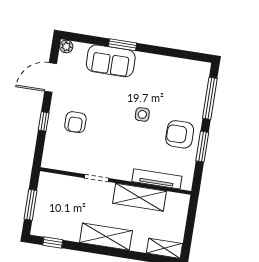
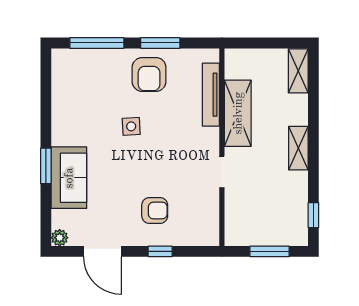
shelving: (106, 237) -> (298, 148), width x0.67, depth x0.75

